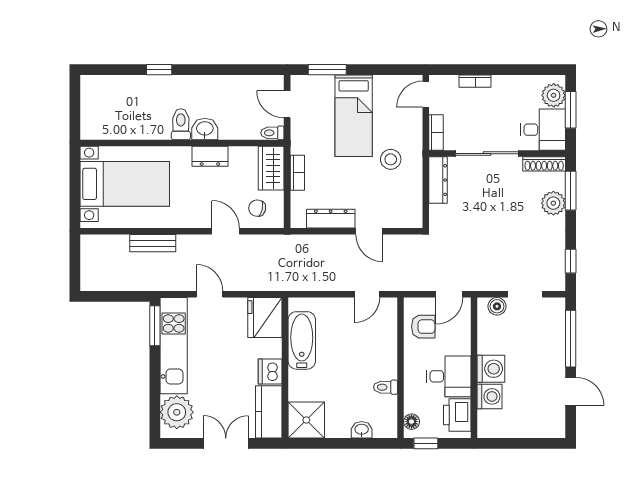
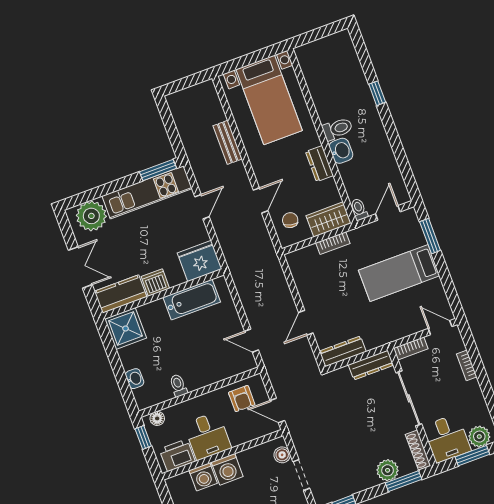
stool: (391, 159) -> (374, 318), removed
dresser: (331, 219) -> (343, 351), moved, turned -90

